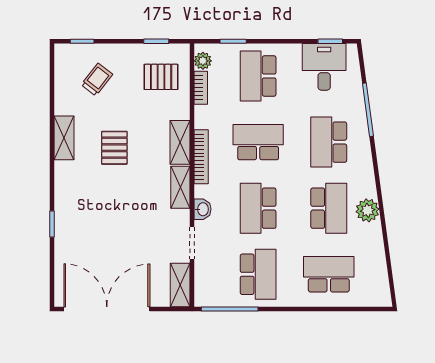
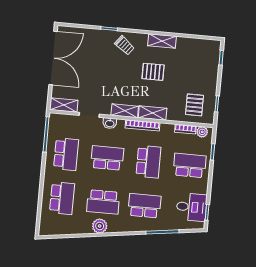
trolley: (97, 79) -> (125, 45), moved
school desk: (258, 274) -> (66, 154), turned -90

